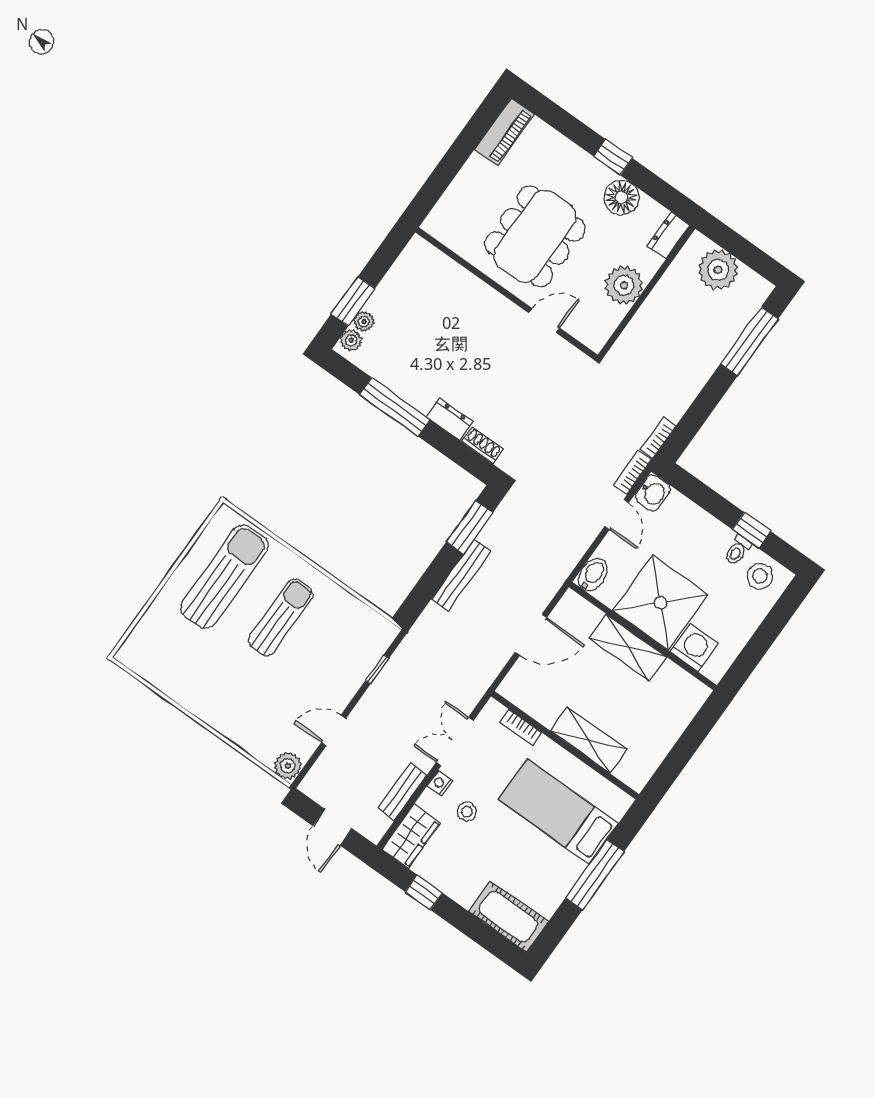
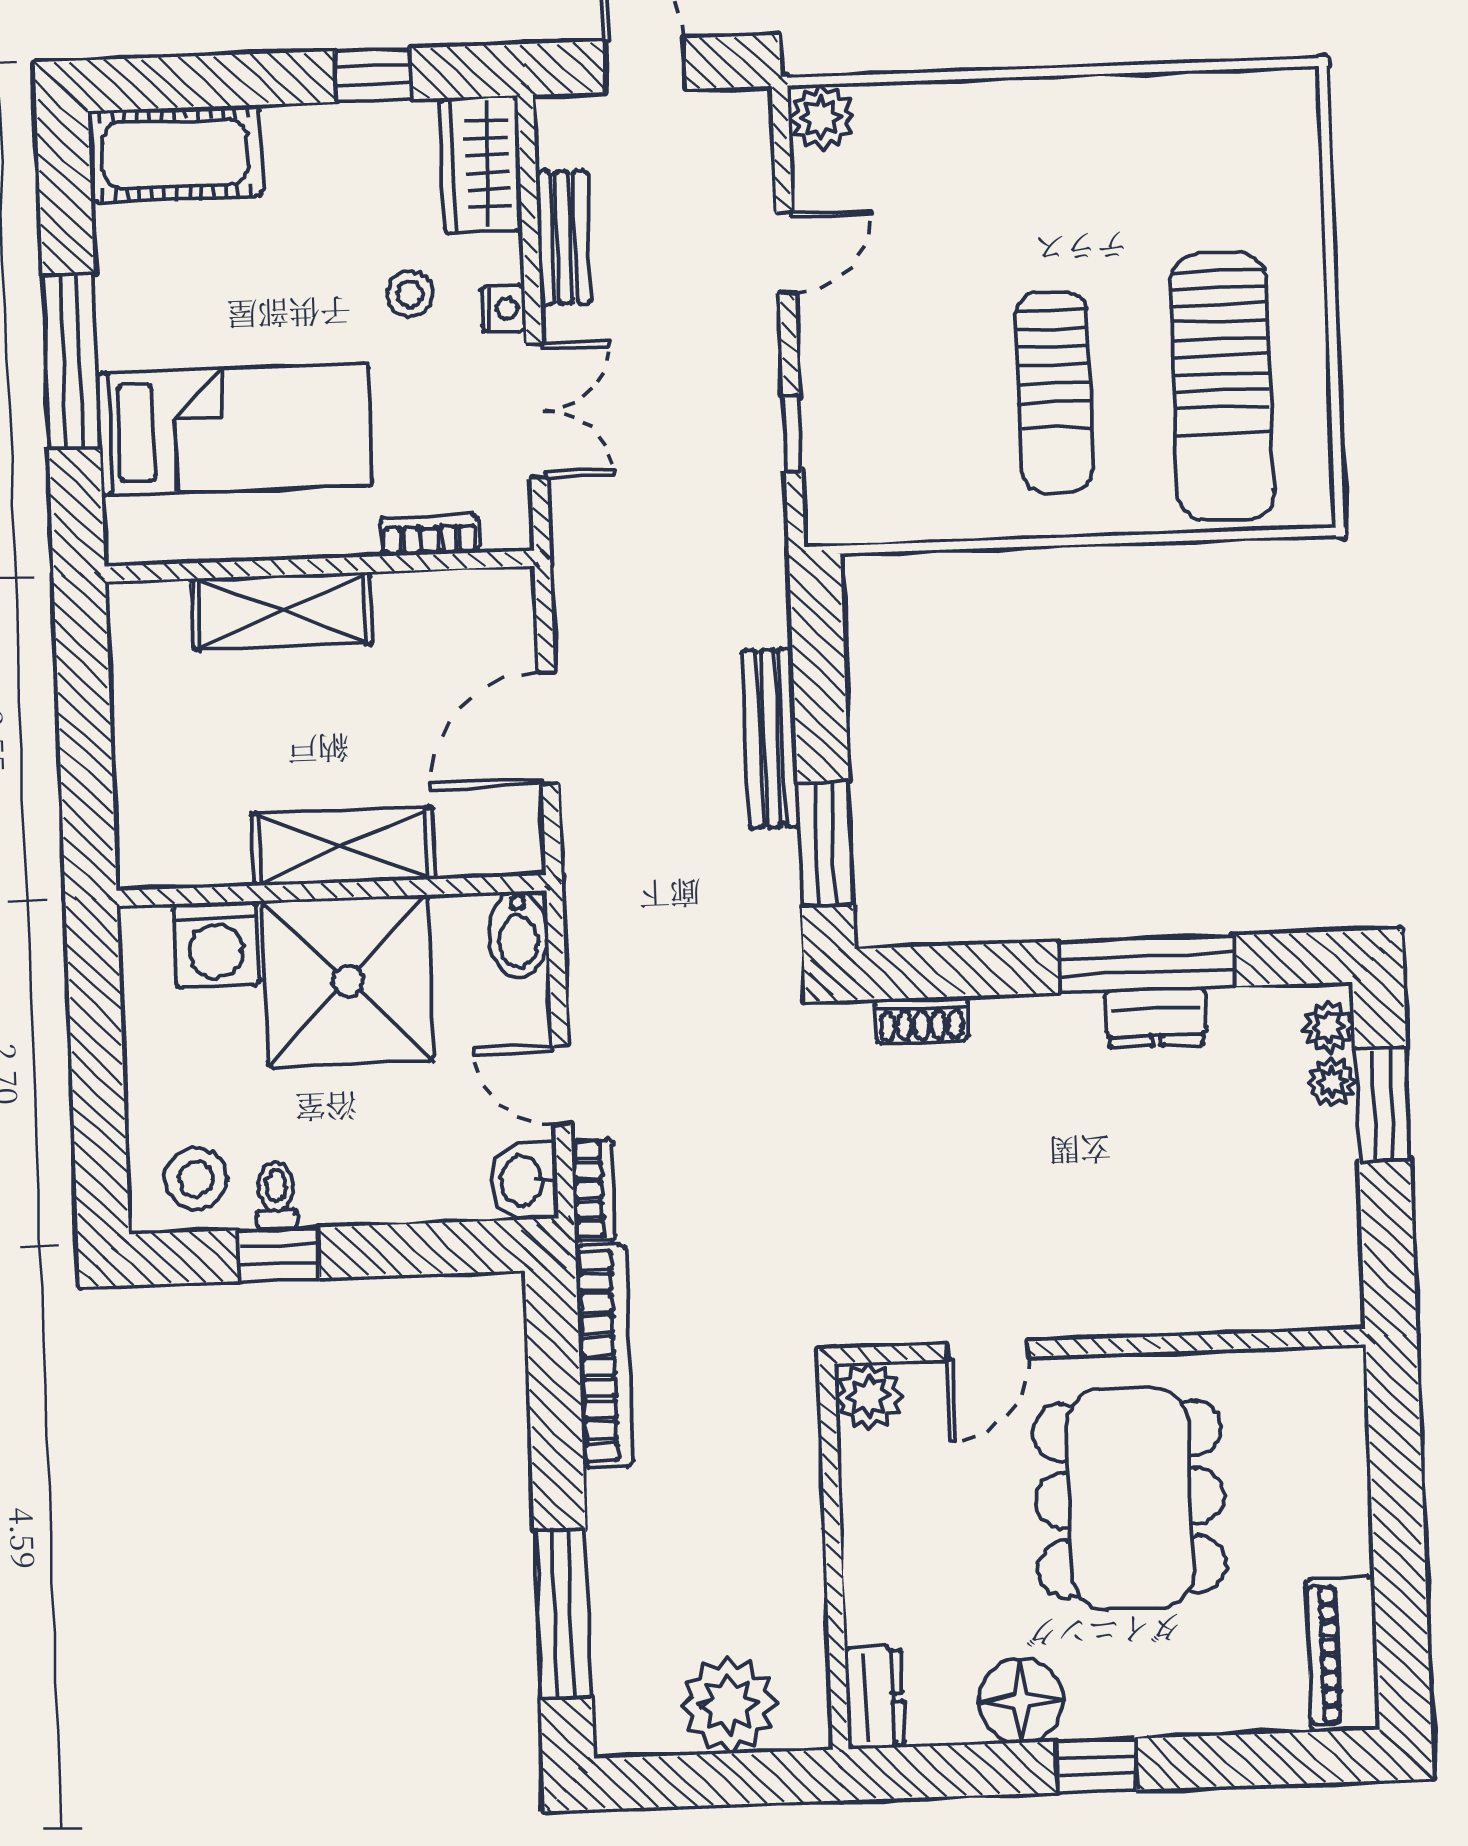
plant: (624, 285) -> (869, 1396), moved, width x0.73, depth x0.73
dresser: (450, 419) -> (1156, 1017), moved
bookcase: (658, 438) -> (604, 1356), width x2.31, depth x1.31

